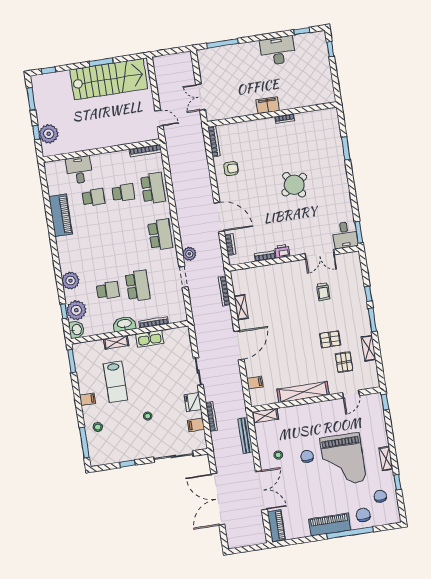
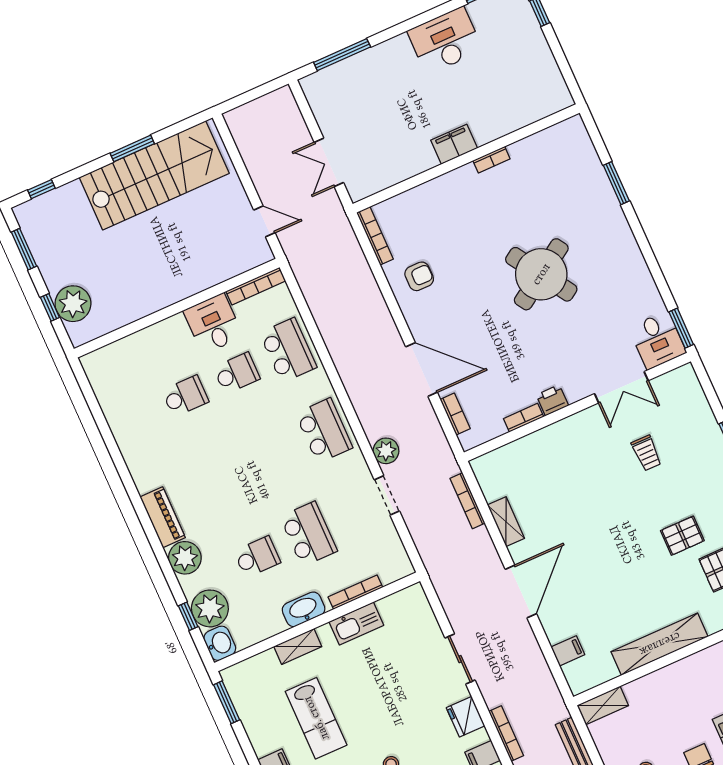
desk: (79, 170) -> (213, 324), moved
round table: (294, 185) -> (541, 274), width x1.36, depth x1.36
piano: (61, 215) -> (163, 517), moved, width x0.73, depth x0.75

